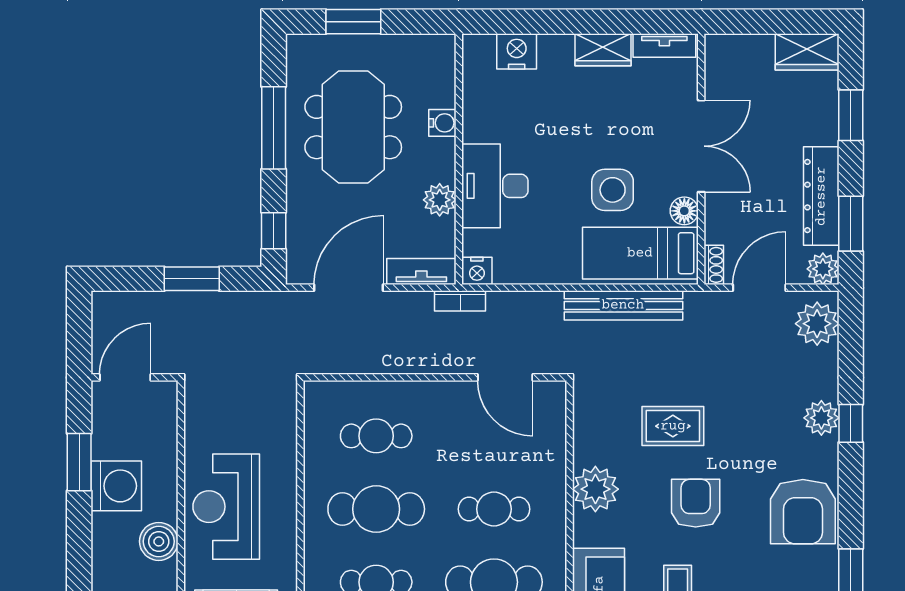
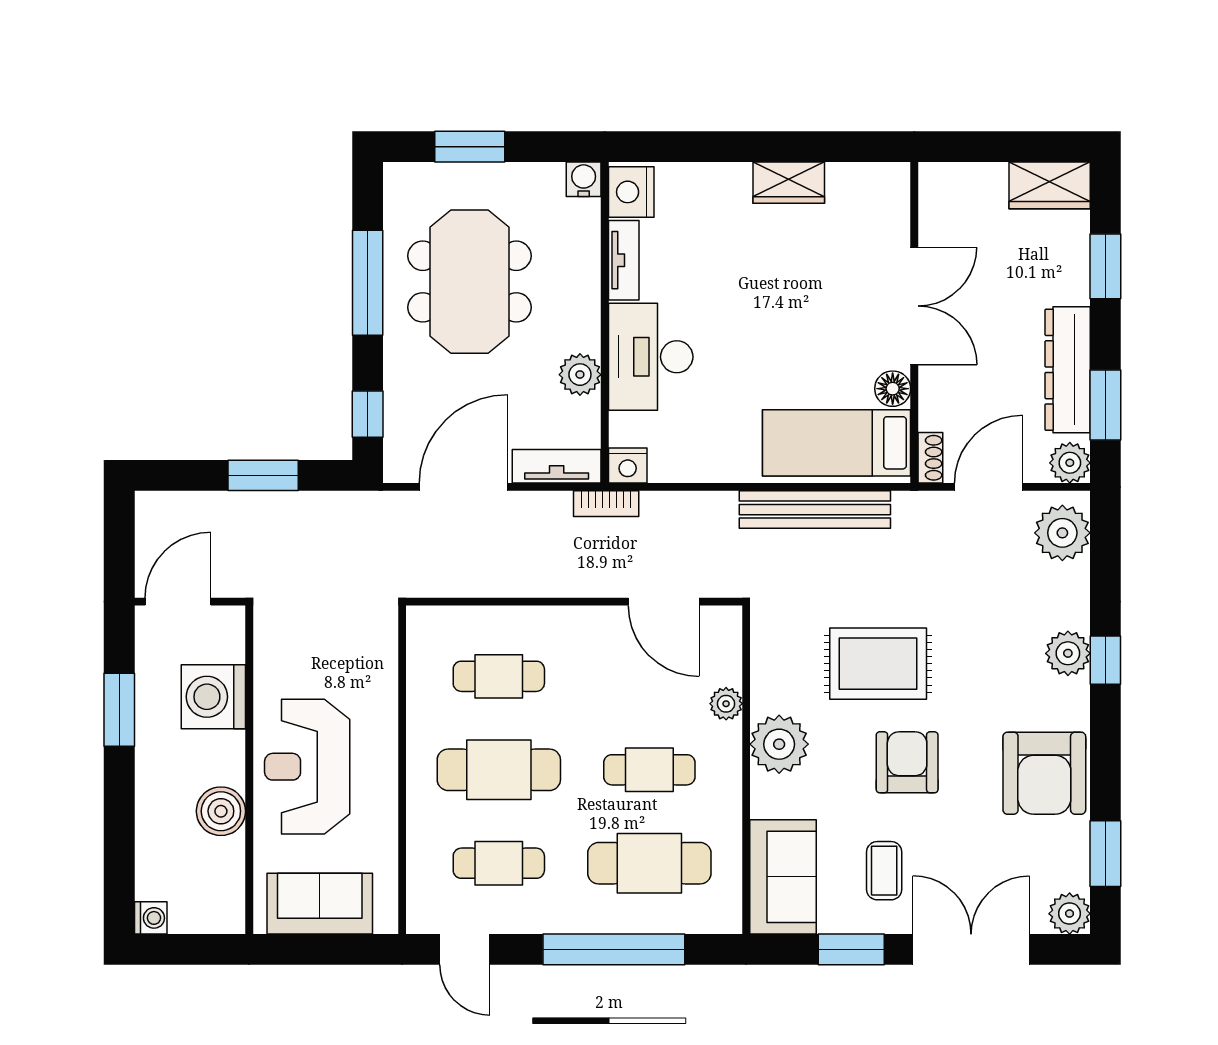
tv unit: (664, 45) -> (624, 260), moved, turned -90
nightstand: (517, 51) -> (631, 192), moved, turned -90
water cooler: (442, 123) -> (584, 179), moved, turned -90
side table: (613, 190) -> (801, 362), removed
rug: (673, 426) -> (878, 664), width x1.36, depth x1.43
plant: (554, 457) -> (726, 704), added
washing machine: (116, 486) -> (213, 697), moved, turned 180

